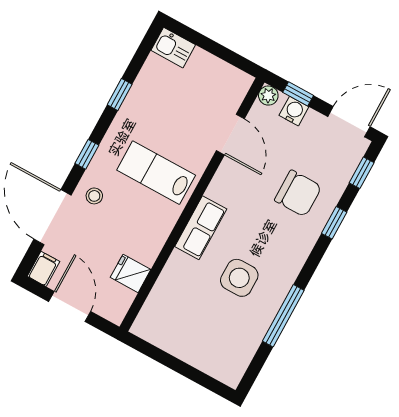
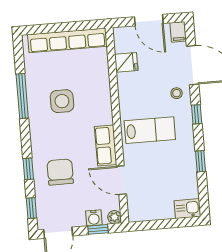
chair: (298, 193) -> (60, 172), turned 90
row of seats: (201, 228) -> (106, 146), moved
row of seats: (184, 347) -> (67, 40), added

